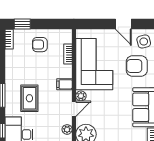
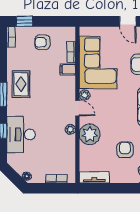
filing cabinet: (64, 84) -> (68, 69), moved
rug: (29, 98) -> (21, 84), moved
door: (74, 109) -> (77, 108), hinge flipped

